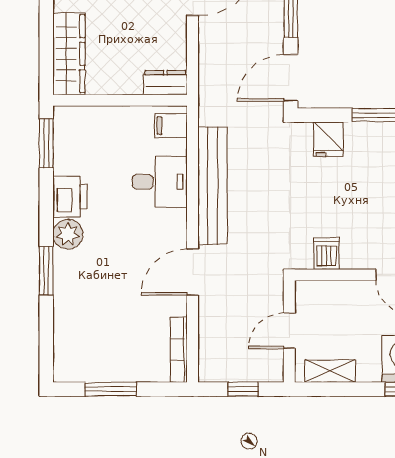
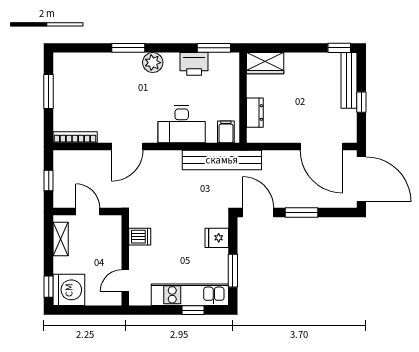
wardrobe: (69, 54) -> (265, 63), width x0.67
dresser: (165, 83) -> (255, 113), moved
desk: (160, 182) -> (182, 124), width x1.37
bench: (213, 186) -> (222, 160), moved
printer: (70, 197) -> (194, 64), moved
door: (193, 272) -> (127, 146), swing flipped

